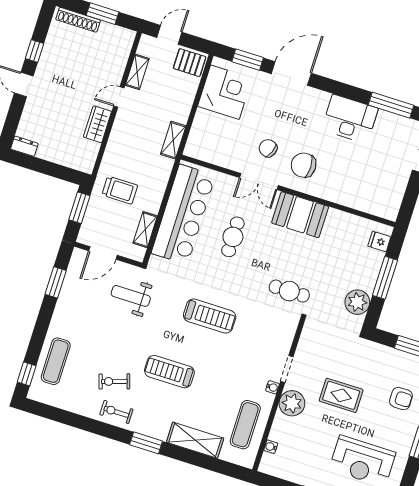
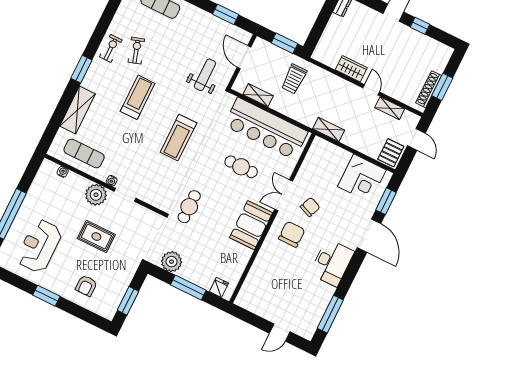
shoe rack: (78, 20) -> (429, 89), moved
desk: (350, 119) -> (332, 263), moved
rug: (341, 395) -> (96, 237), turned 90

